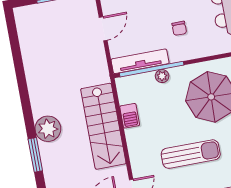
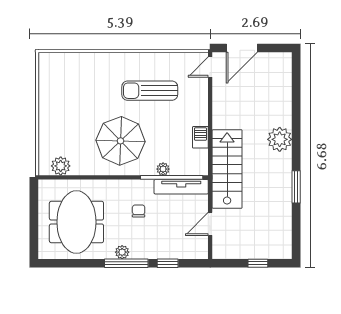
stairs: (103, 126) -> (227, 169), moved
window: (35, 155) -> (296, 187), moved

